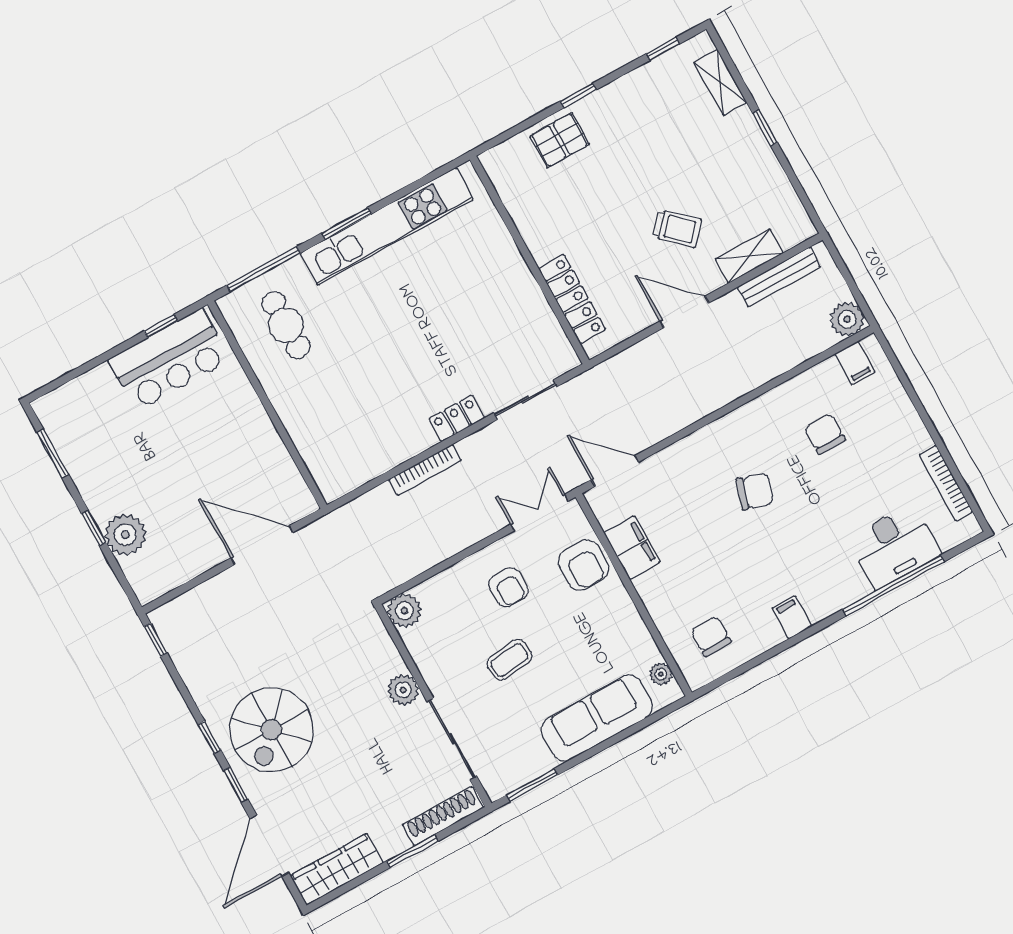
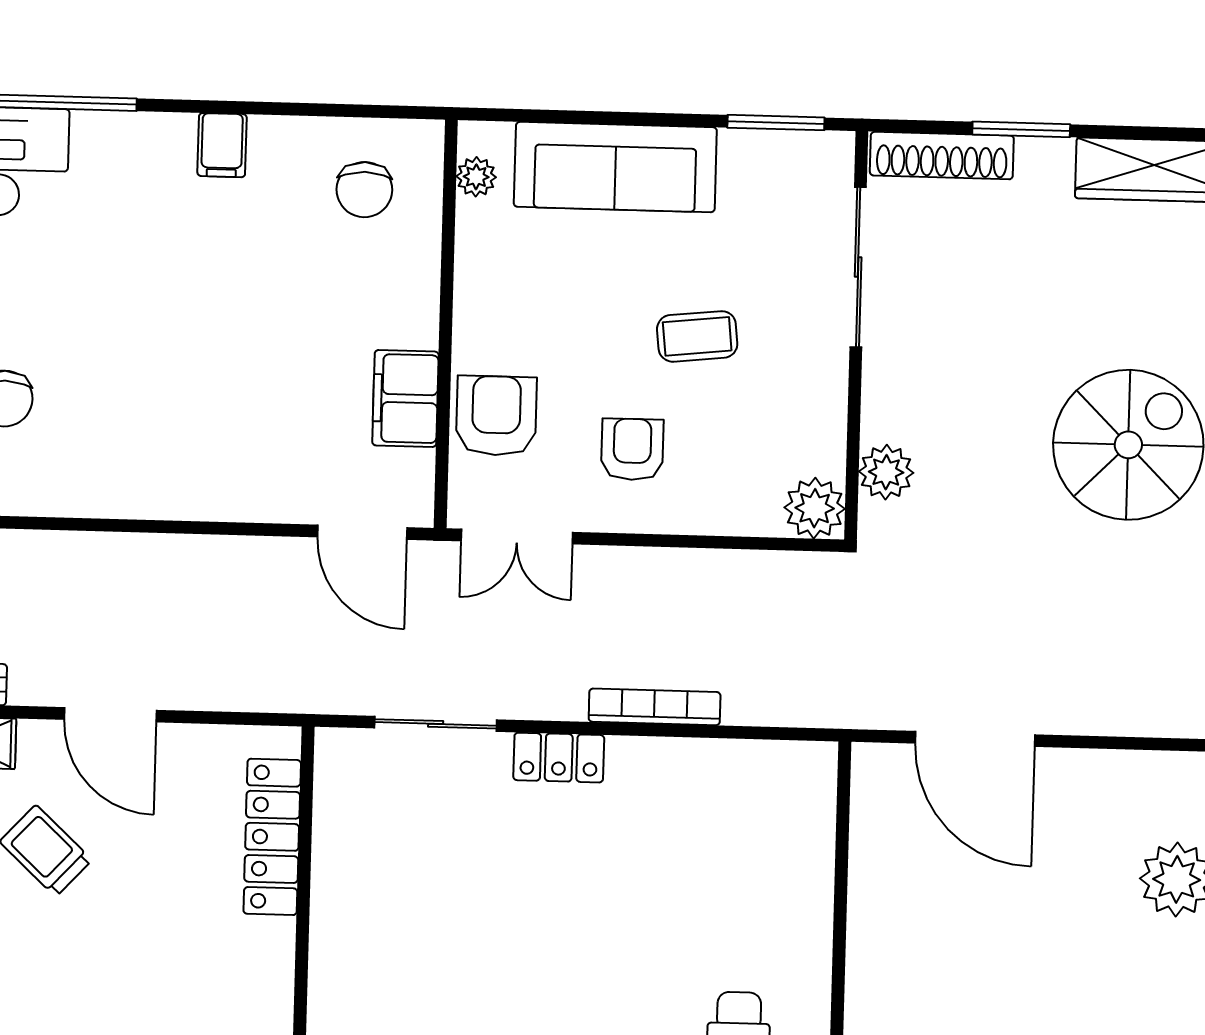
chair: (755, 491) -> (165, 373), removed
plant: (403, 690) -> (886, 472), moved

